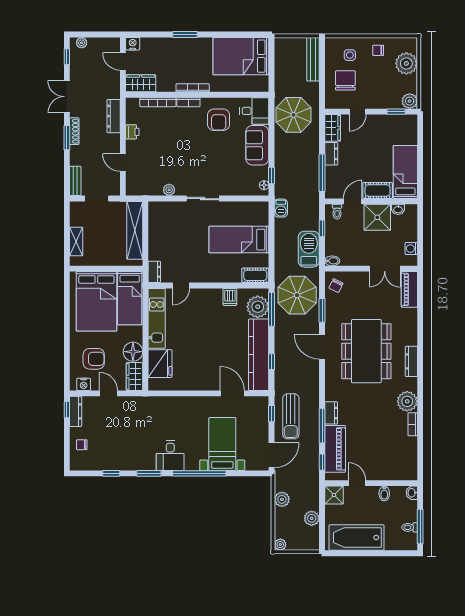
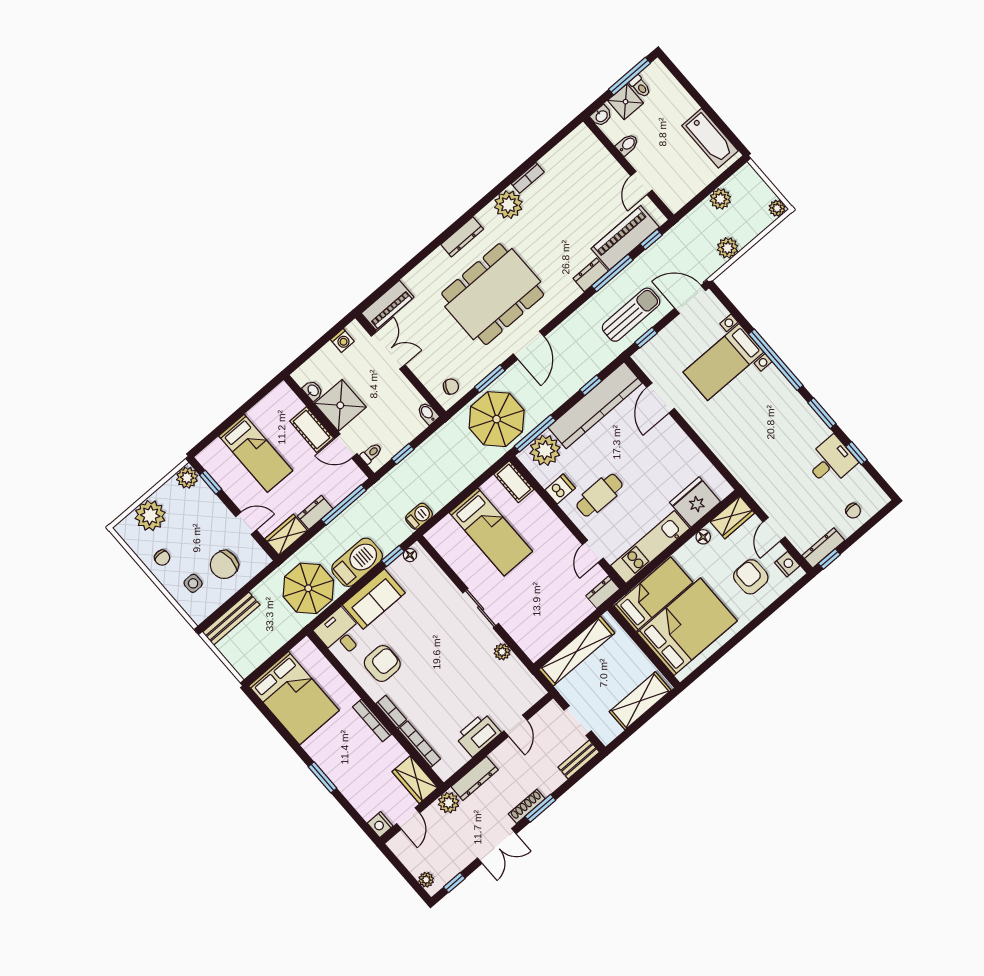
plant: (113, 91) -> (449, 803), added
printer: (132, 132) -> (478, 735), width x1.87, depth x1.48
bed: (405, 172) -> (256, 453), moved, turned -90
shelving: (76, 241) -> (640, 701), width x1.50, depth x1.33
barbecue: (309, 249) -> (357, 562), moved, turned 180
door: (181, 285) -> (593, 551), swing flipped
cafe table: (208, 315) -> (599, 495), added
floor lamp: (133, 352) -> (703, 537), width x0.53, depth x0.53
desk: (170, 456) -> (831, 461), moved
shower: (334, 495) -> (626, 102), moved
bathtub: (357, 538) -> (710, 138), width x0.73, depth x0.73

